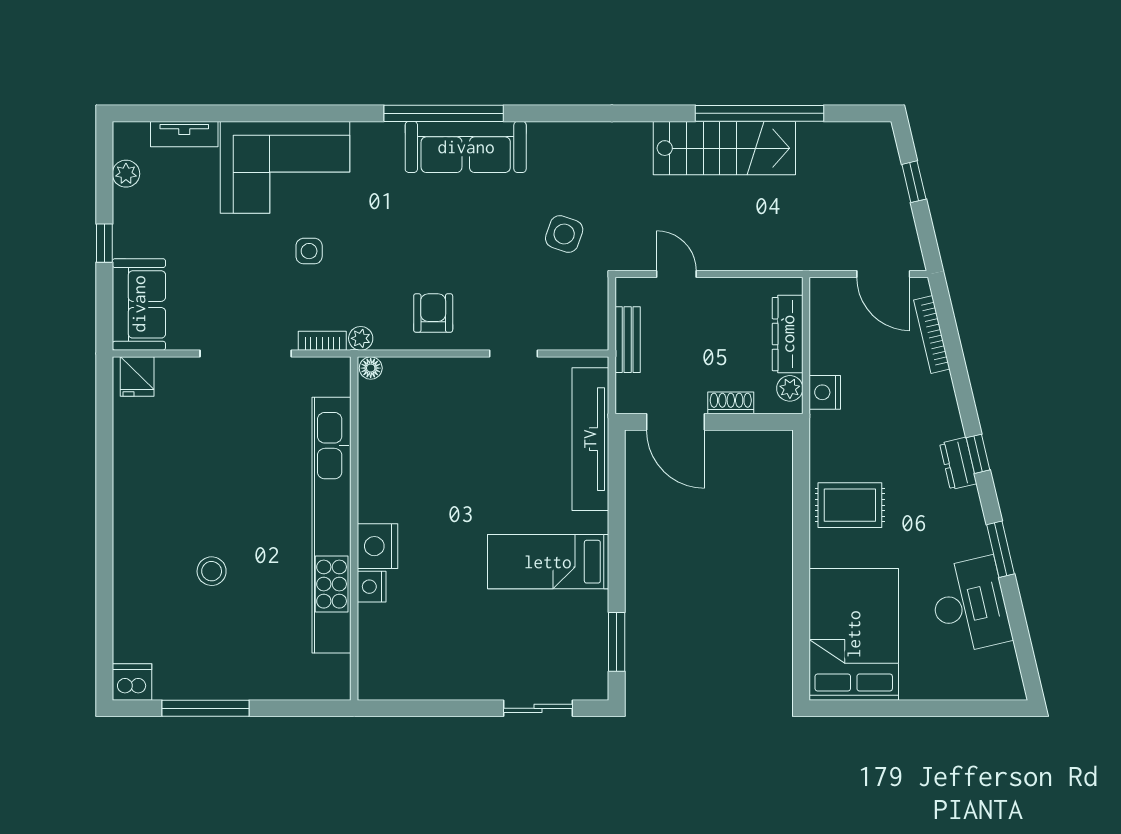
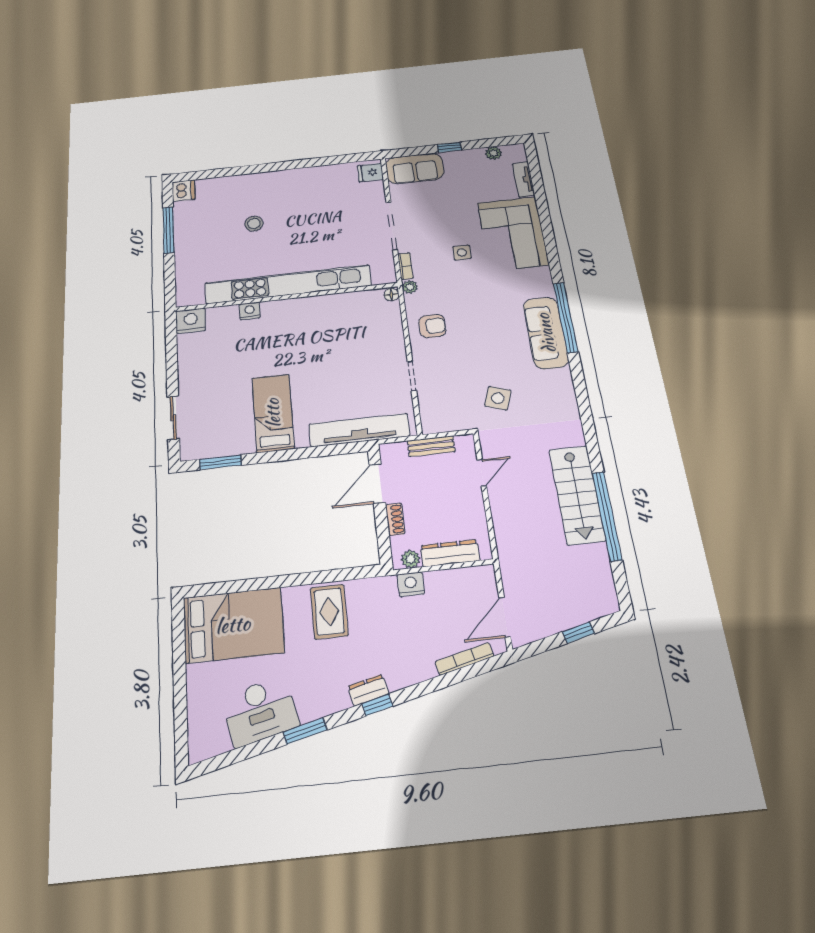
nightstand: (378, 546) -> (191, 321), moved

